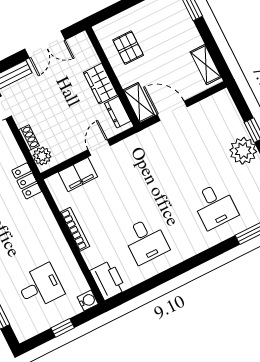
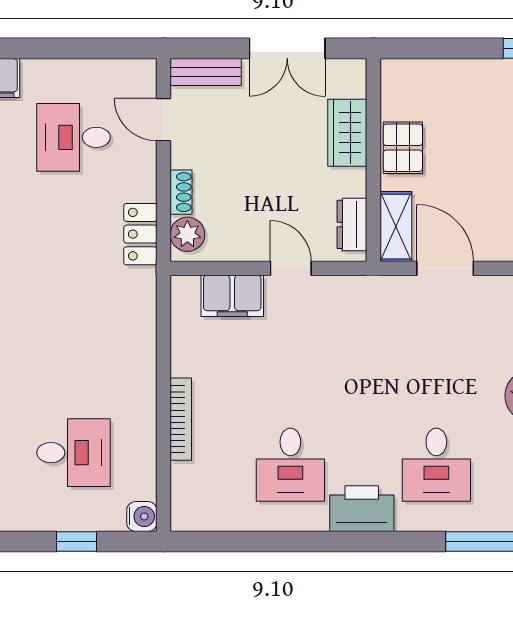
pallet: (128, 48) -> (403, 148), moved
wardrobe: (101, 84) -> (347, 133), moved
door: (99, 148) -> (291, 268), hinge flipped
locker: (27, 181) -> (140, 234), moved
bookcase: (75, 229) -> (181, 419), moved
printer: (108, 280) -> (362, 509), moved, turned -90

